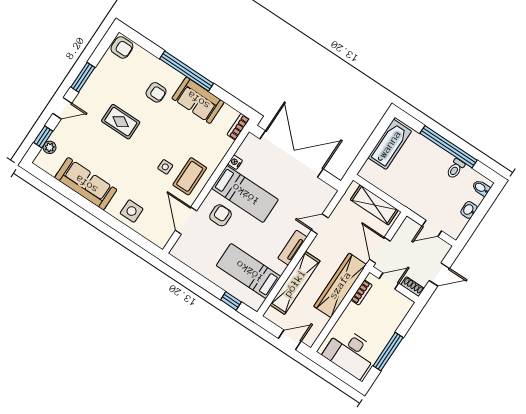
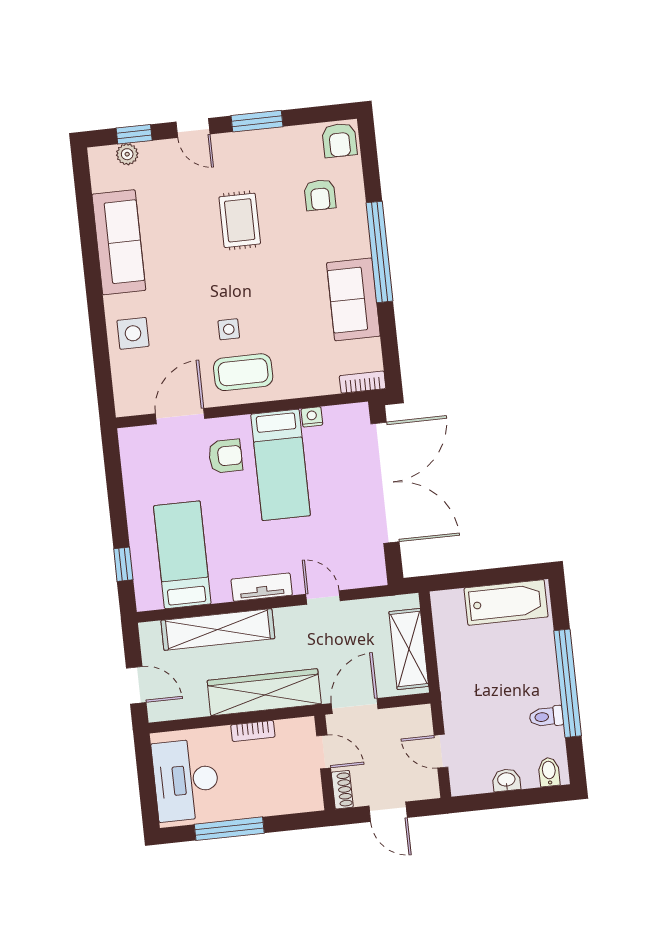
armchair: (156, 92) -> (320, 195), moved
bookcase: (362, 292) -> (253, 731), moved

